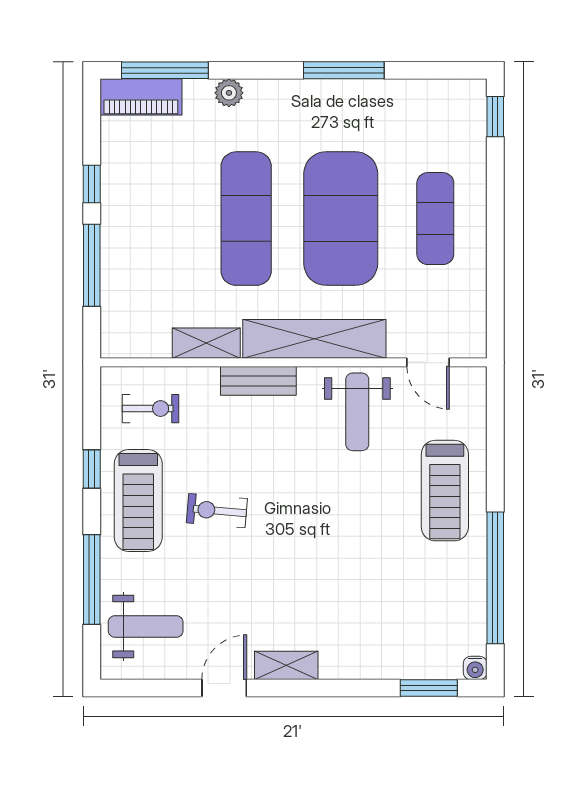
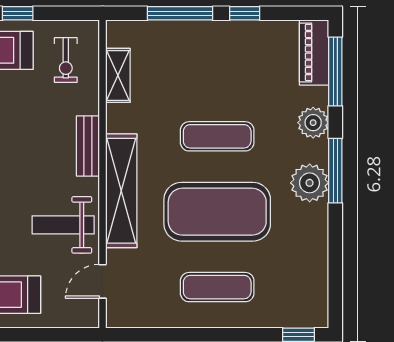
window: (344, 70) -> (335, 171), moved
plant: (229, 93) -> (313, 123), width x1.38, depth x1.38
plant: (305, 103) -> (310, 183), added
exercise mat: (246, 219) -> (217, 136), width x0.73, depth x0.69
shelving: (206, 343) -> (118, 75), moved

